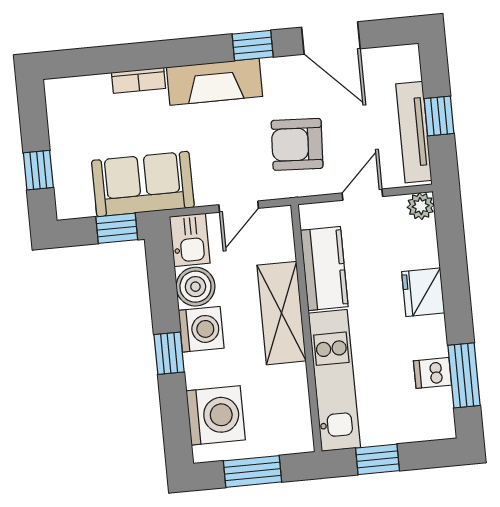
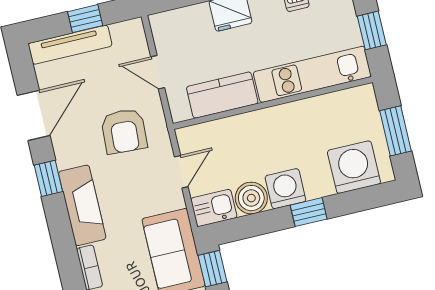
tv unit: (414, 132) -> (70, 45), moved
plant: (421, 206) -> (161, 23), removed
door: (239, 207) -> (181, 172), hinge flipped
shelving: (282, 313) -> (263, 125), removed

